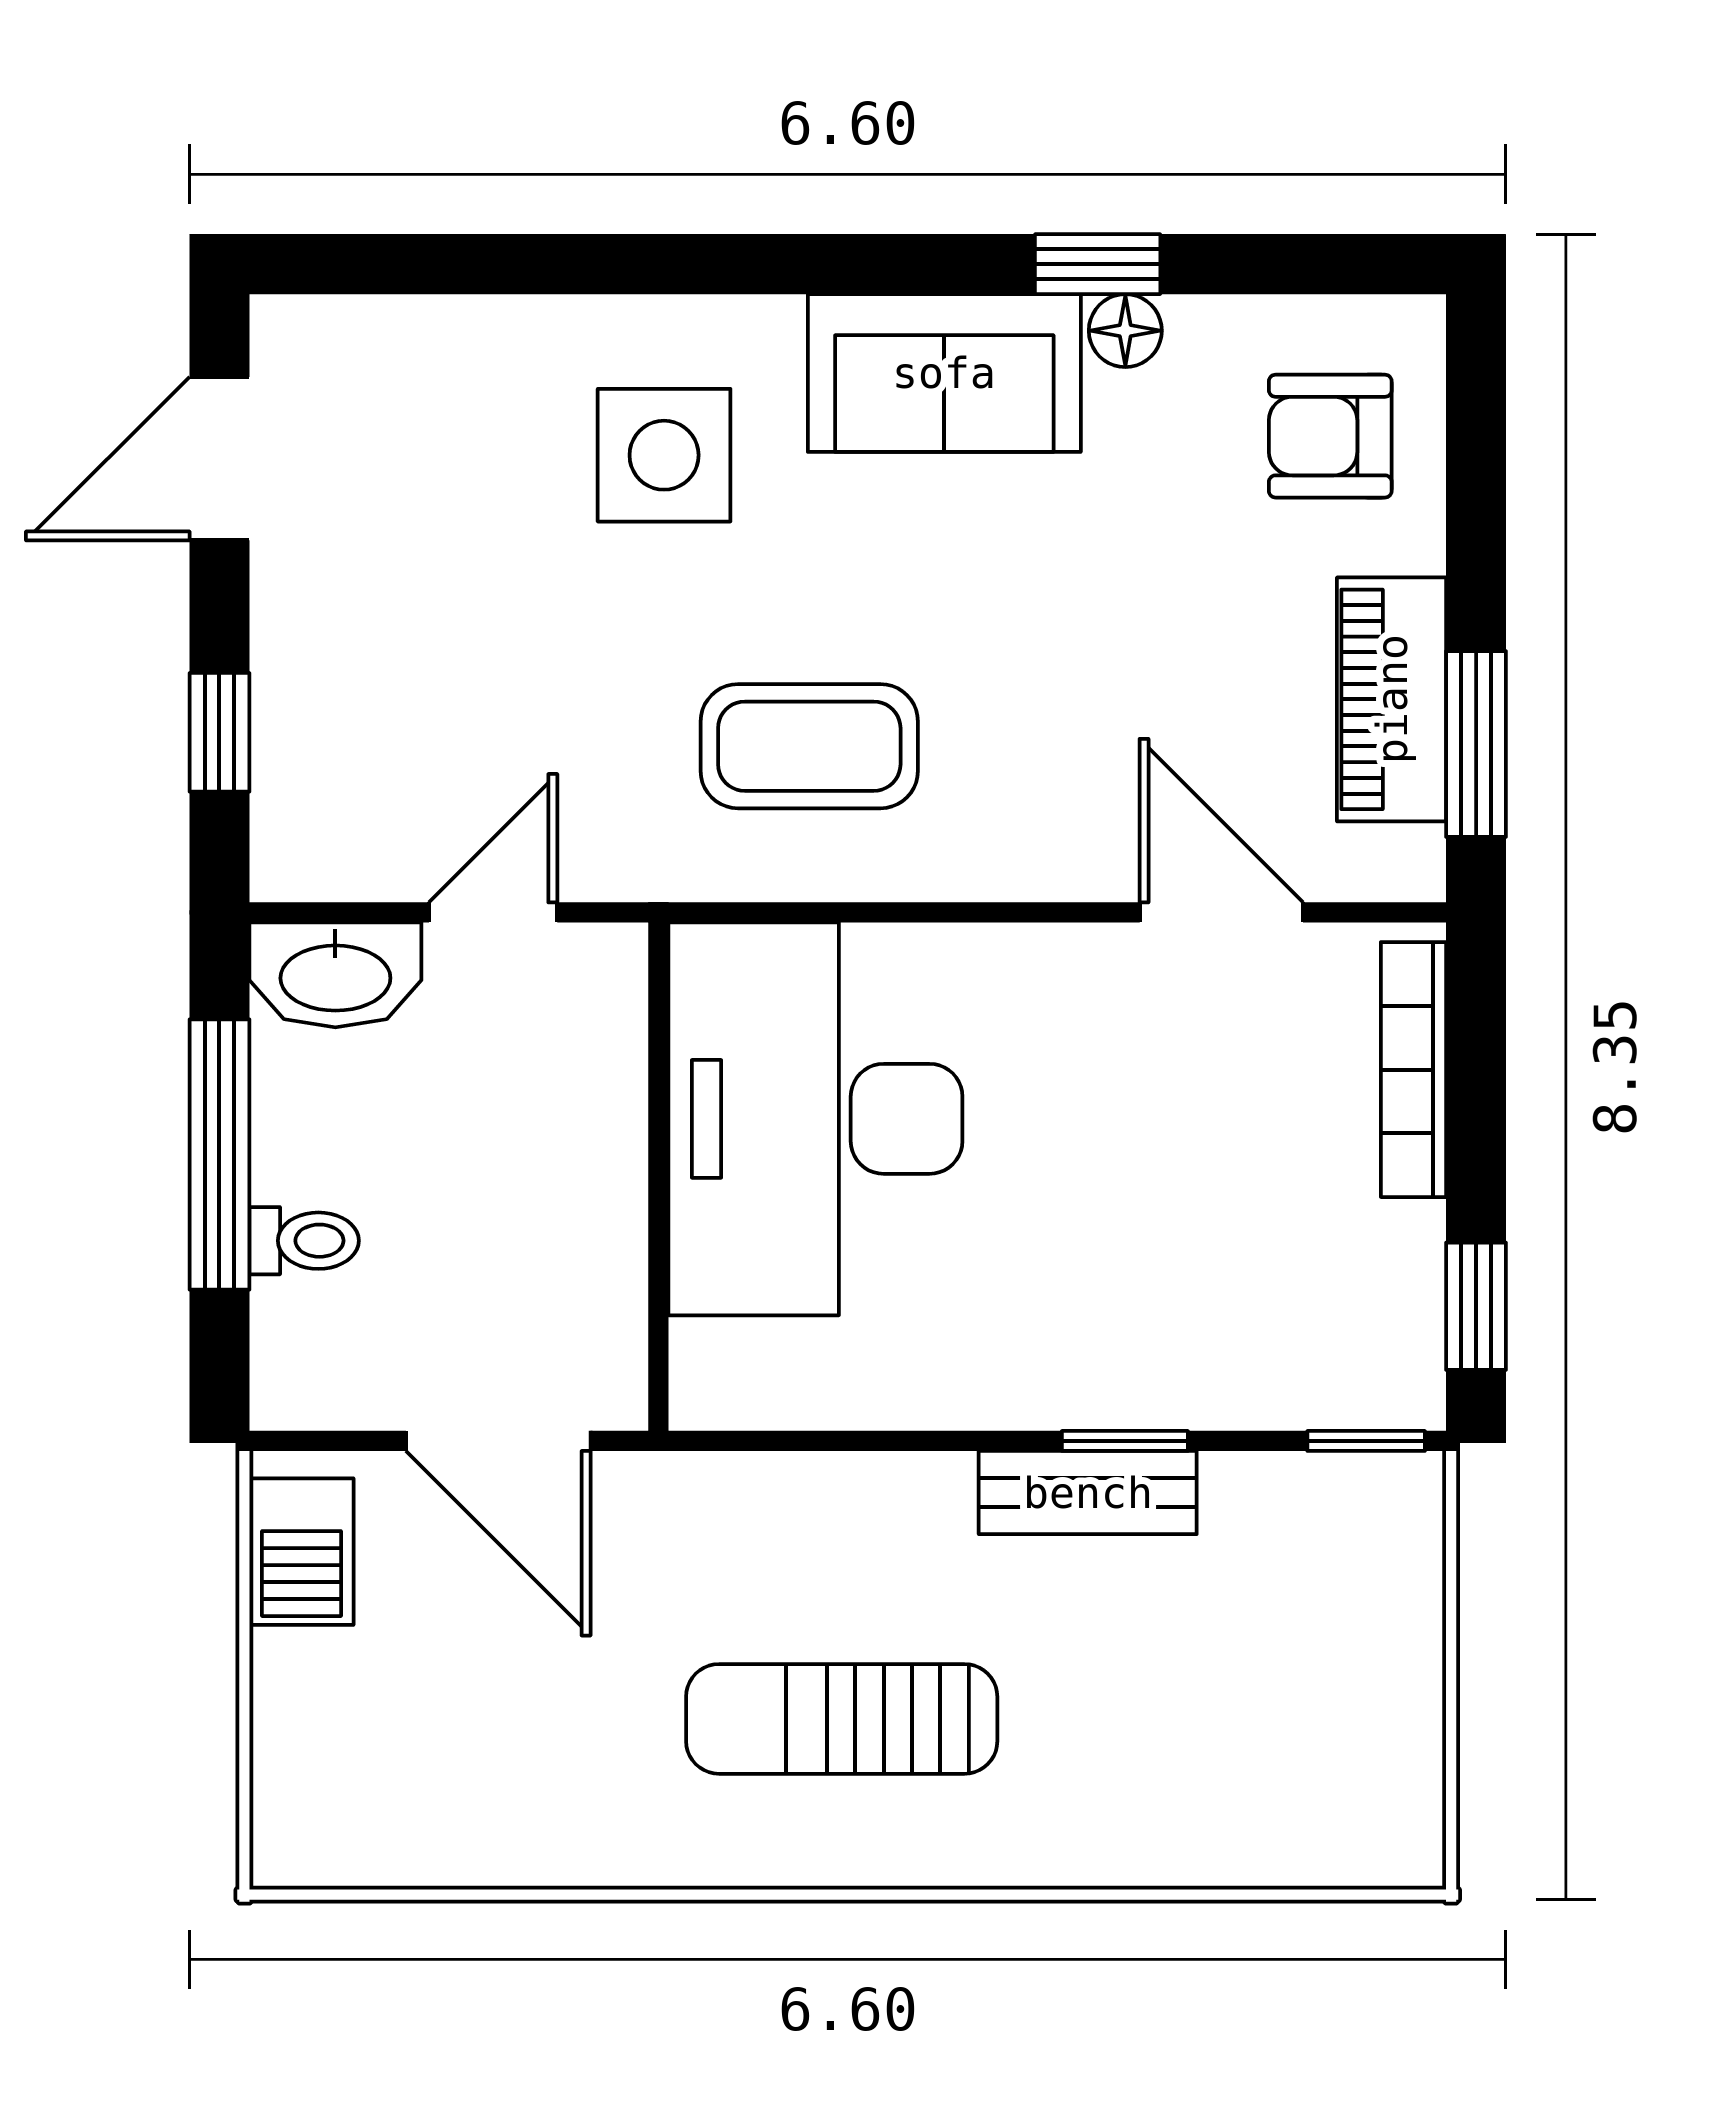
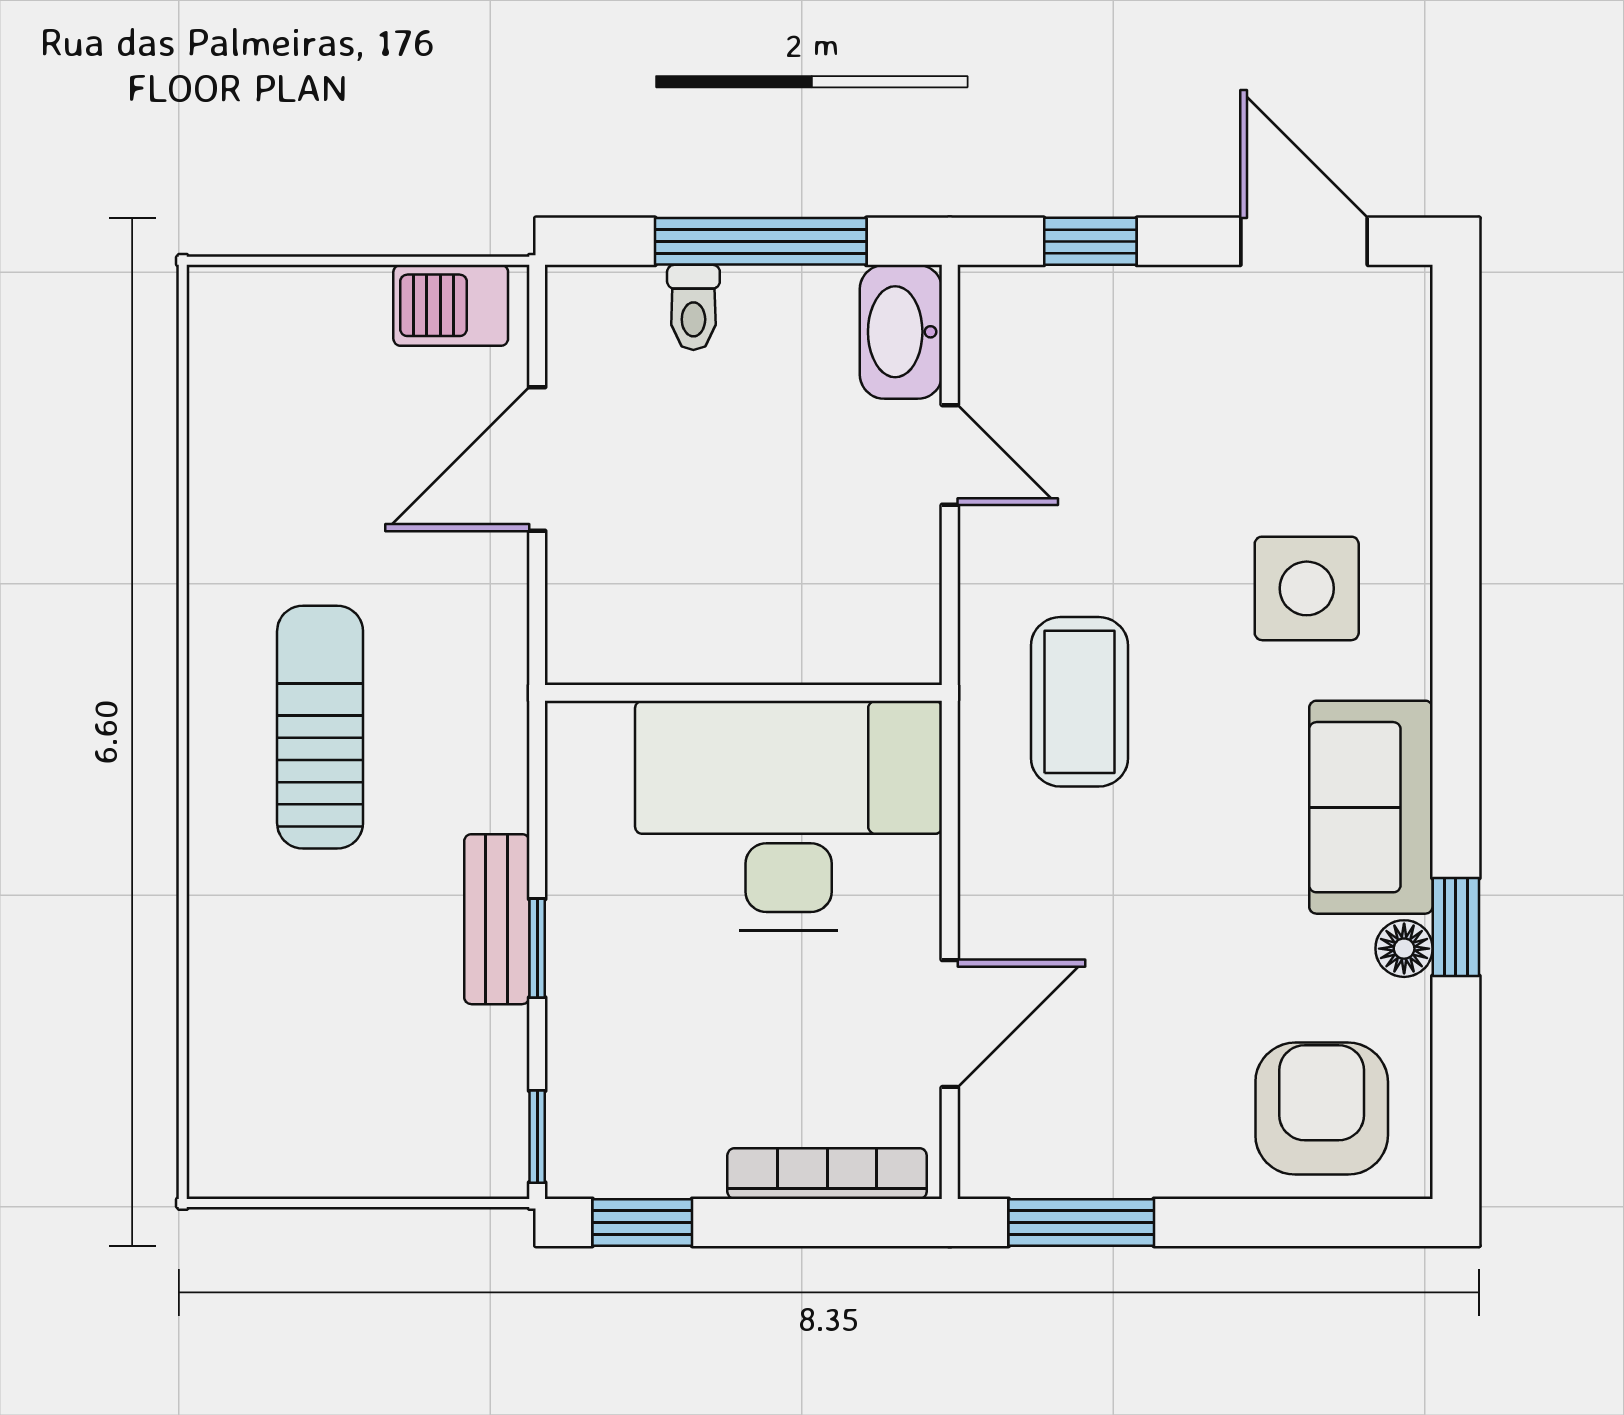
armchair: (1330, 436) -> (1322, 1109), width x1.38, depth x1.38
piano: (1392, 699) -> (1116, 1156), removed
desk: (815, 1119) -> (789, 816), moved
wall: (658, 1177) -> (743, 693), moved

